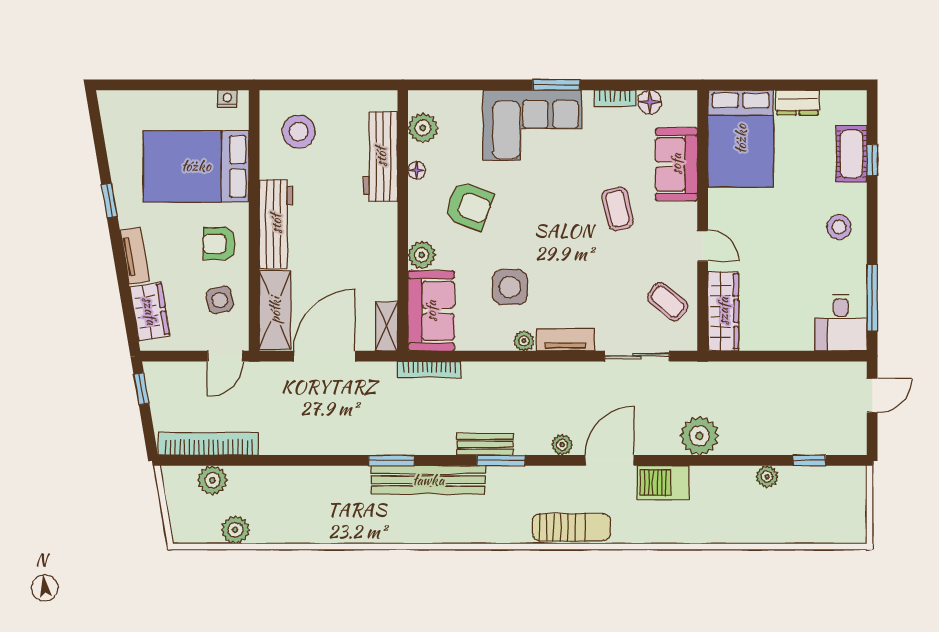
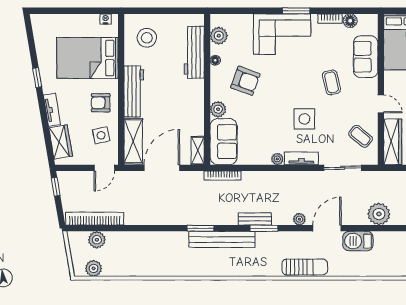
side table: (510, 287) -> (304, 119), moved
plant: (235, 530) -> (94, 268), moved

